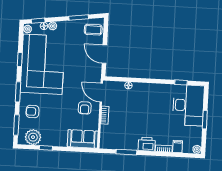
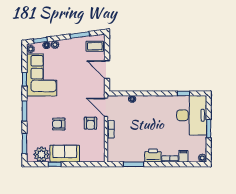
corner sofa: (43, 64) -> (42, 75), width x0.73, depth x0.74
armchair: (32, 111) -> (59, 124), moved
sofa: (83, 139) -> (65, 154), moved

